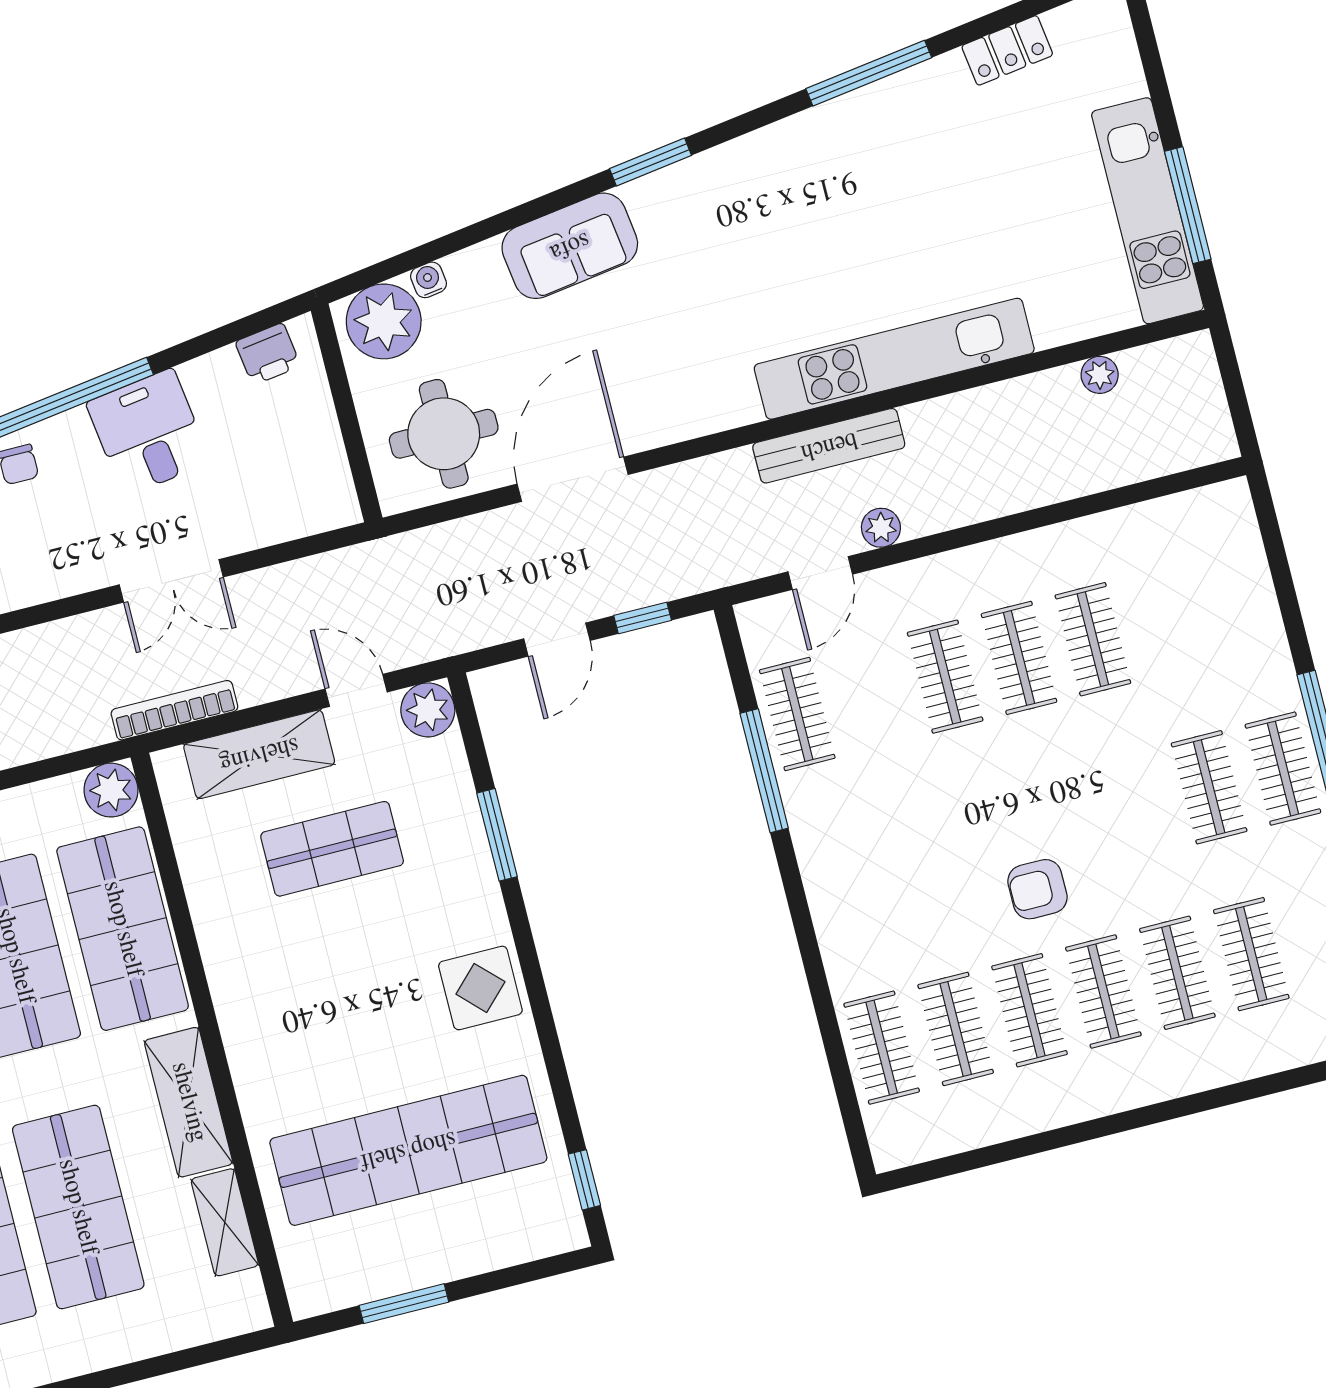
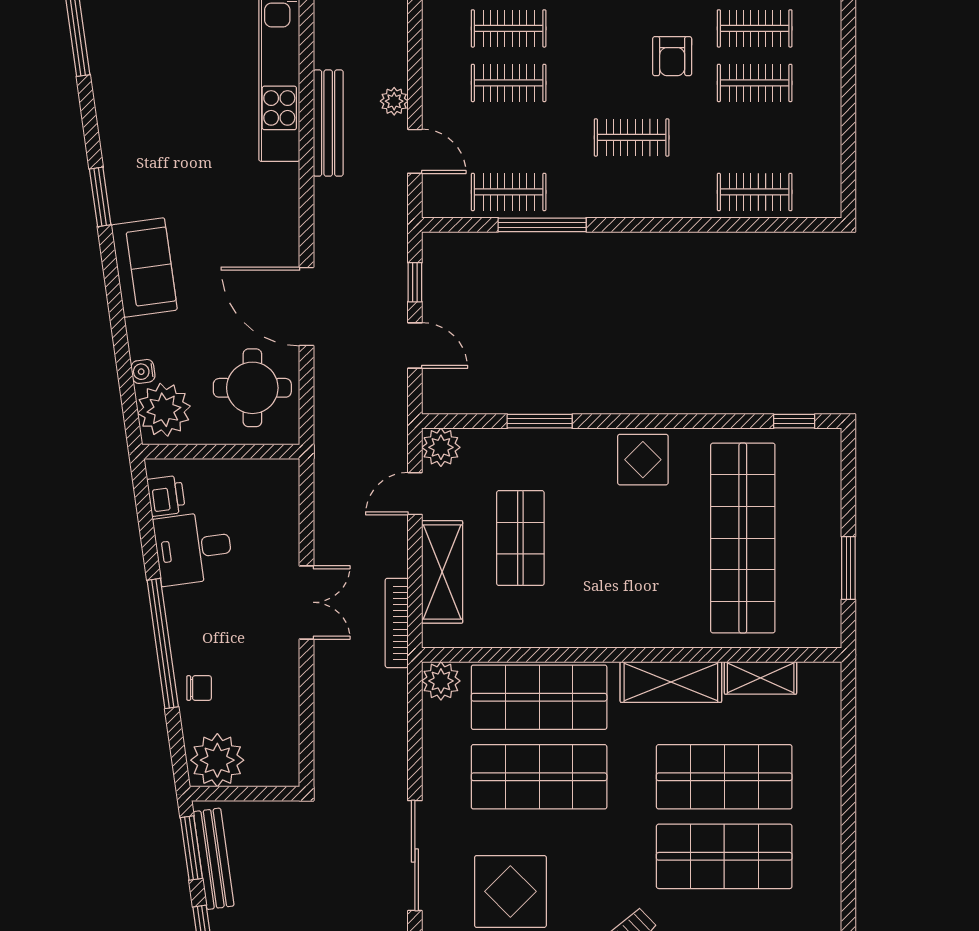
desk: (148, 432) -> (193, 548), moved
clothes rail: (956, 1029) -> (632, 137), moved

